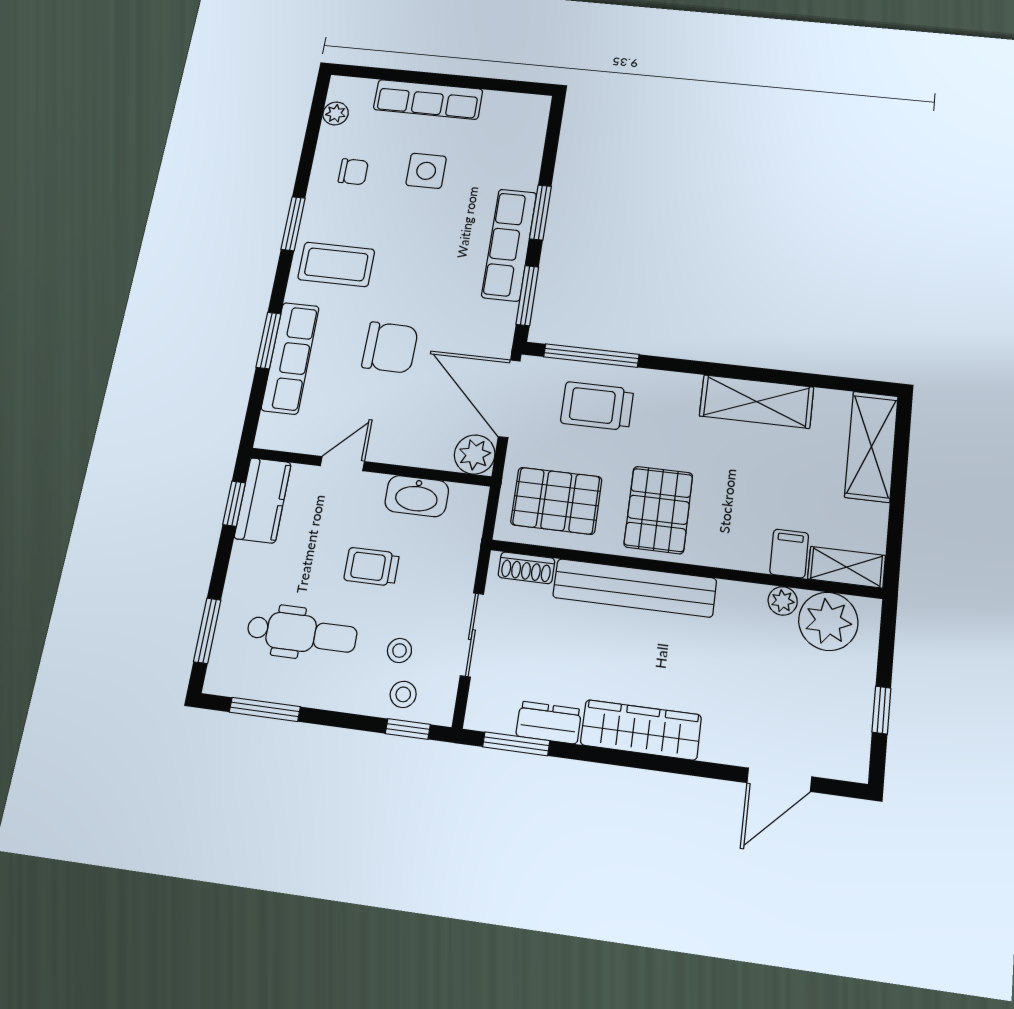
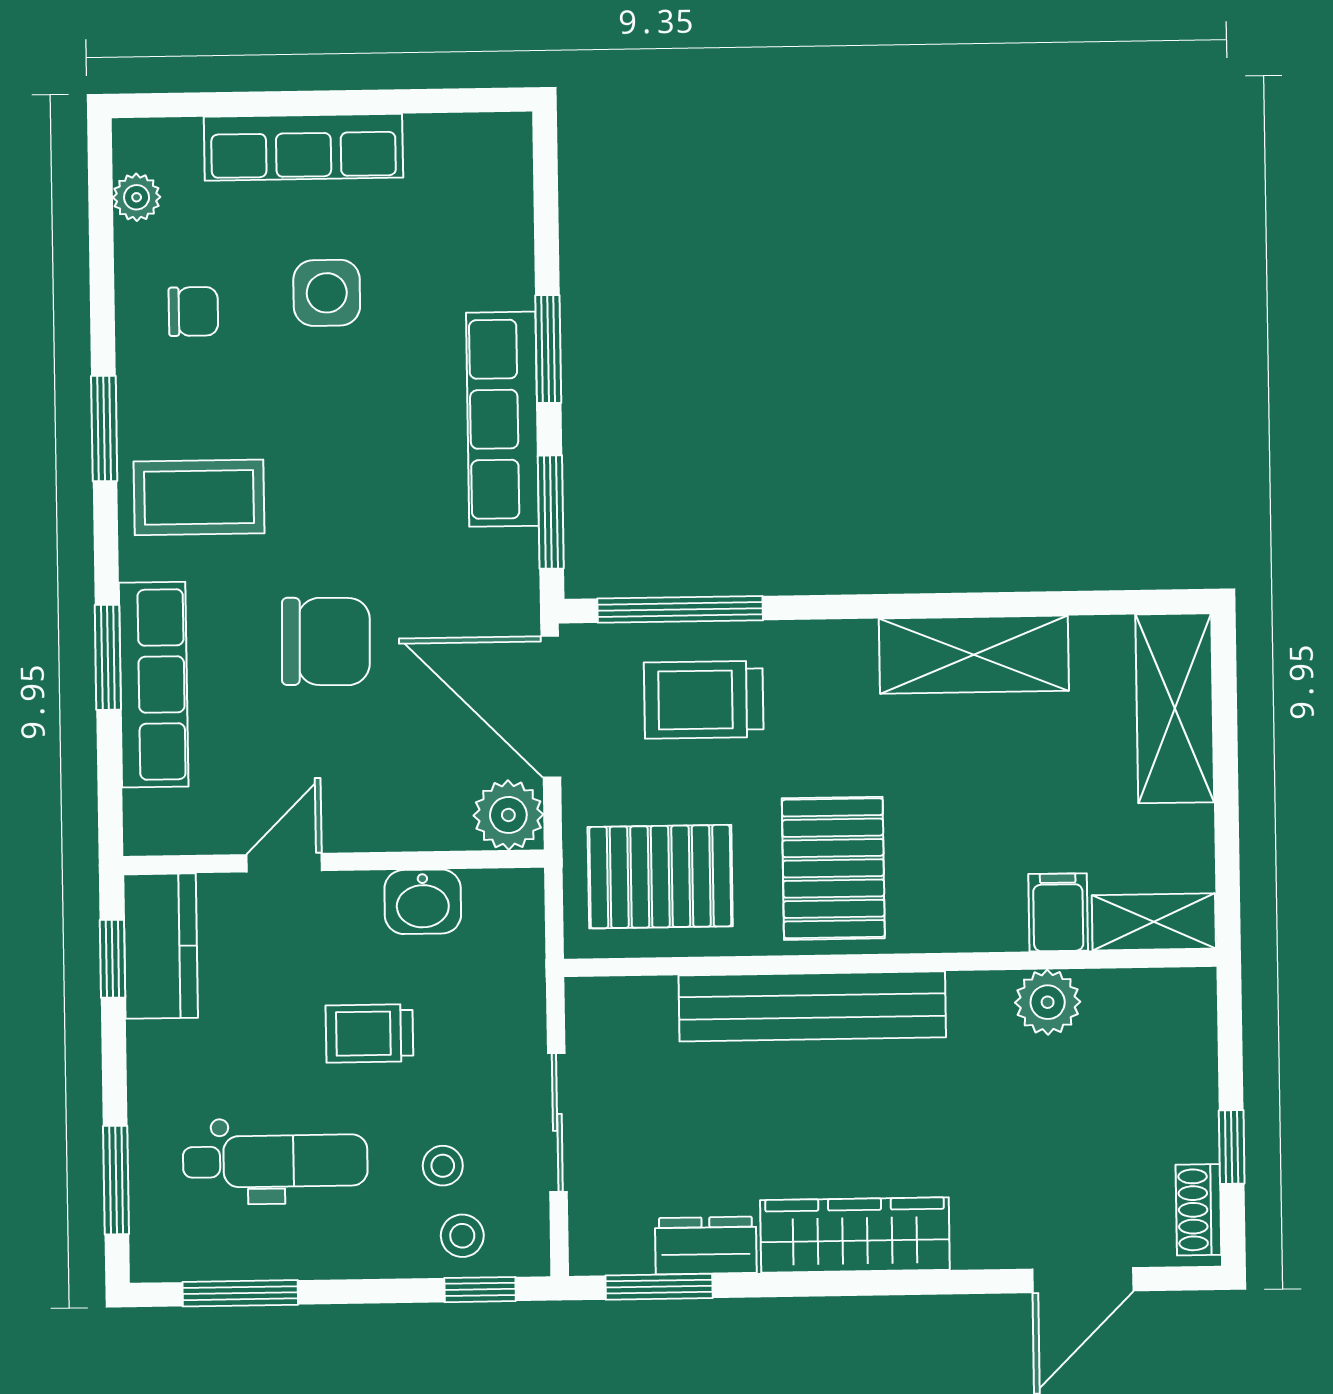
washbasin: (417, 496) -> (423, 902), width x0.72
shoe rack: (526, 568) -> (1198, 1210), moved, turned 90
plant: (783, 601) -> (1048, 1002), width x1.38, depth x1.38
plant: (828, 621) -> (1133, 1016), removed

